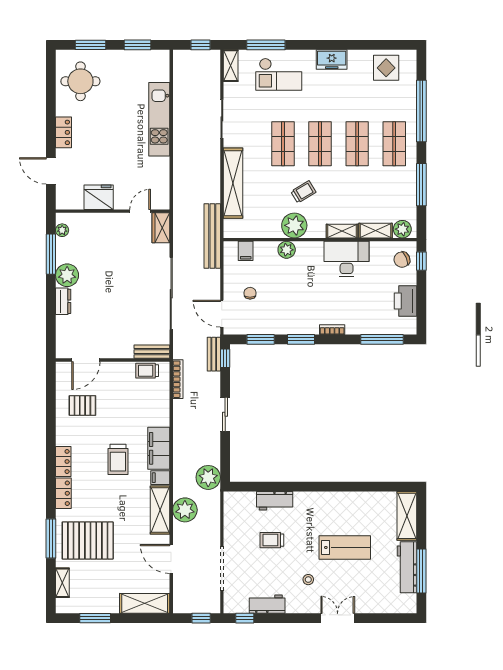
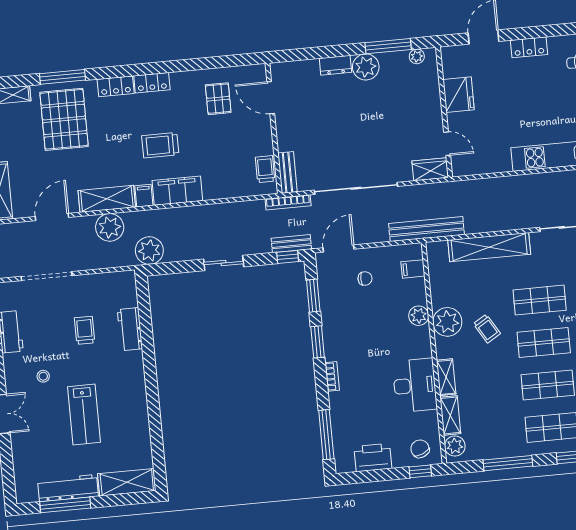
bookcase: (178, 379) -> (288, 202), moved

